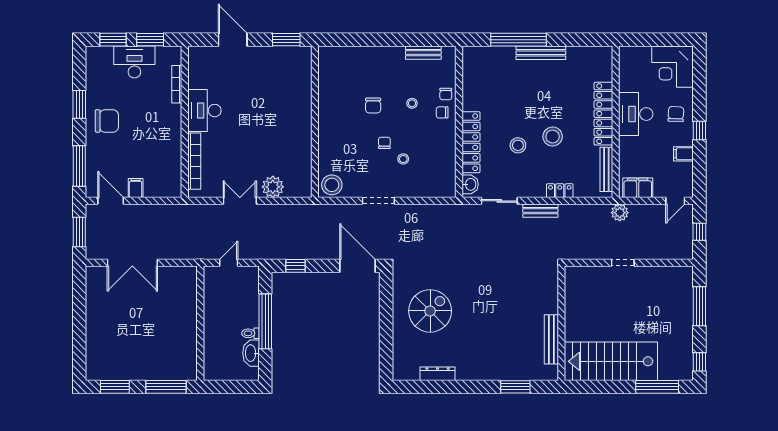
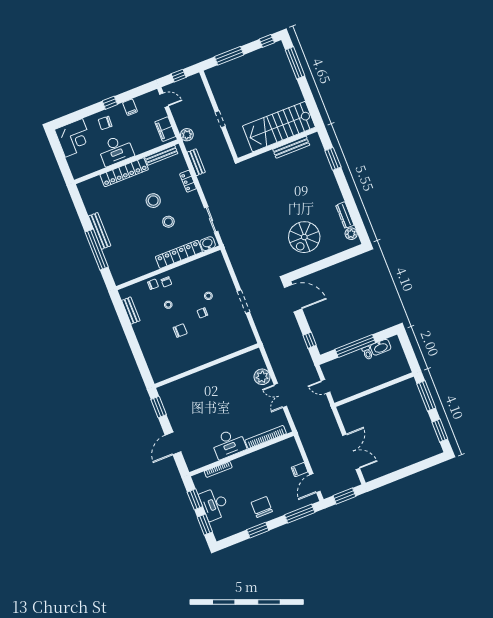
stool: (332, 185) -> (245, 337), removed
bench: (540, 211) -> (196, 162), moved
door: (358, 266) -> (293, 298), swing flipped
spiral stairs: (430, 311) -> (304, 237), turned -90
stairs: (611, 361) -> (279, 127), moved, turned 90
plant: (411, 372) -> (351, 234), added

